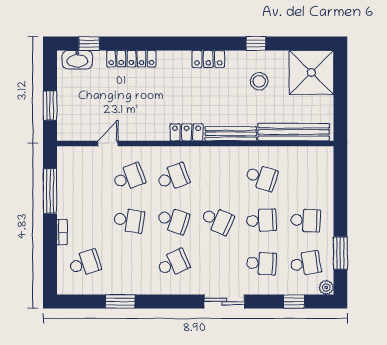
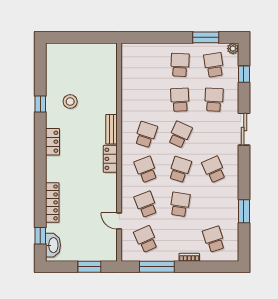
shower: (311, 72) -> (63, 60), removed
bench: (294, 132) -> (110, 74), removed
bench: (231, 134) -> (111, 129), width x0.73
school desk: (85, 177) -> (146, 239), added
school desk: (261, 177) -> (146, 135), moved

